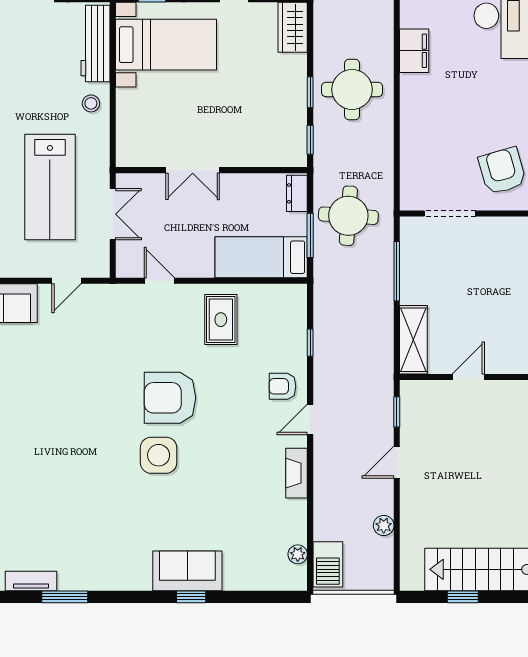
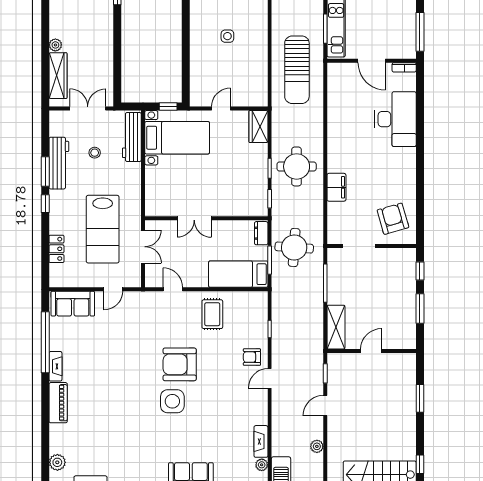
filing cabinet: (414, 51) -> (336, 187), moved
stool: (91, 103) -> (95, 153), moved
fireplace: (297, 473) -> (261, 441), moved

